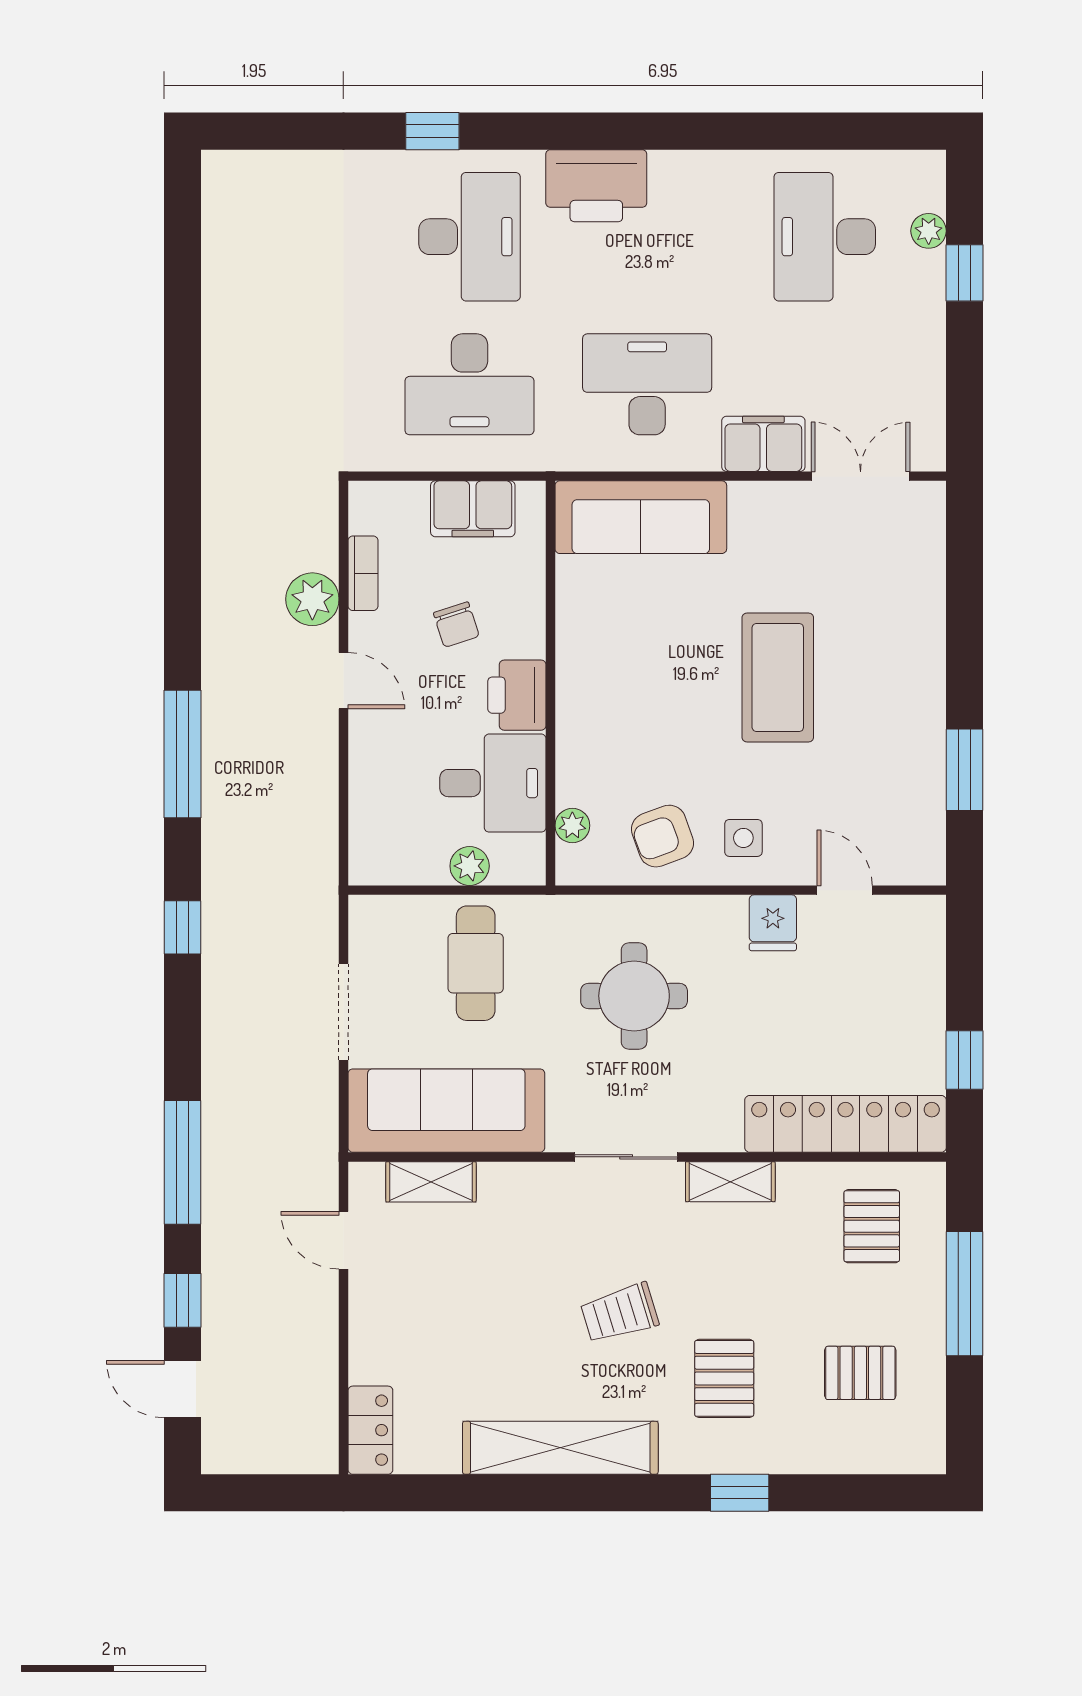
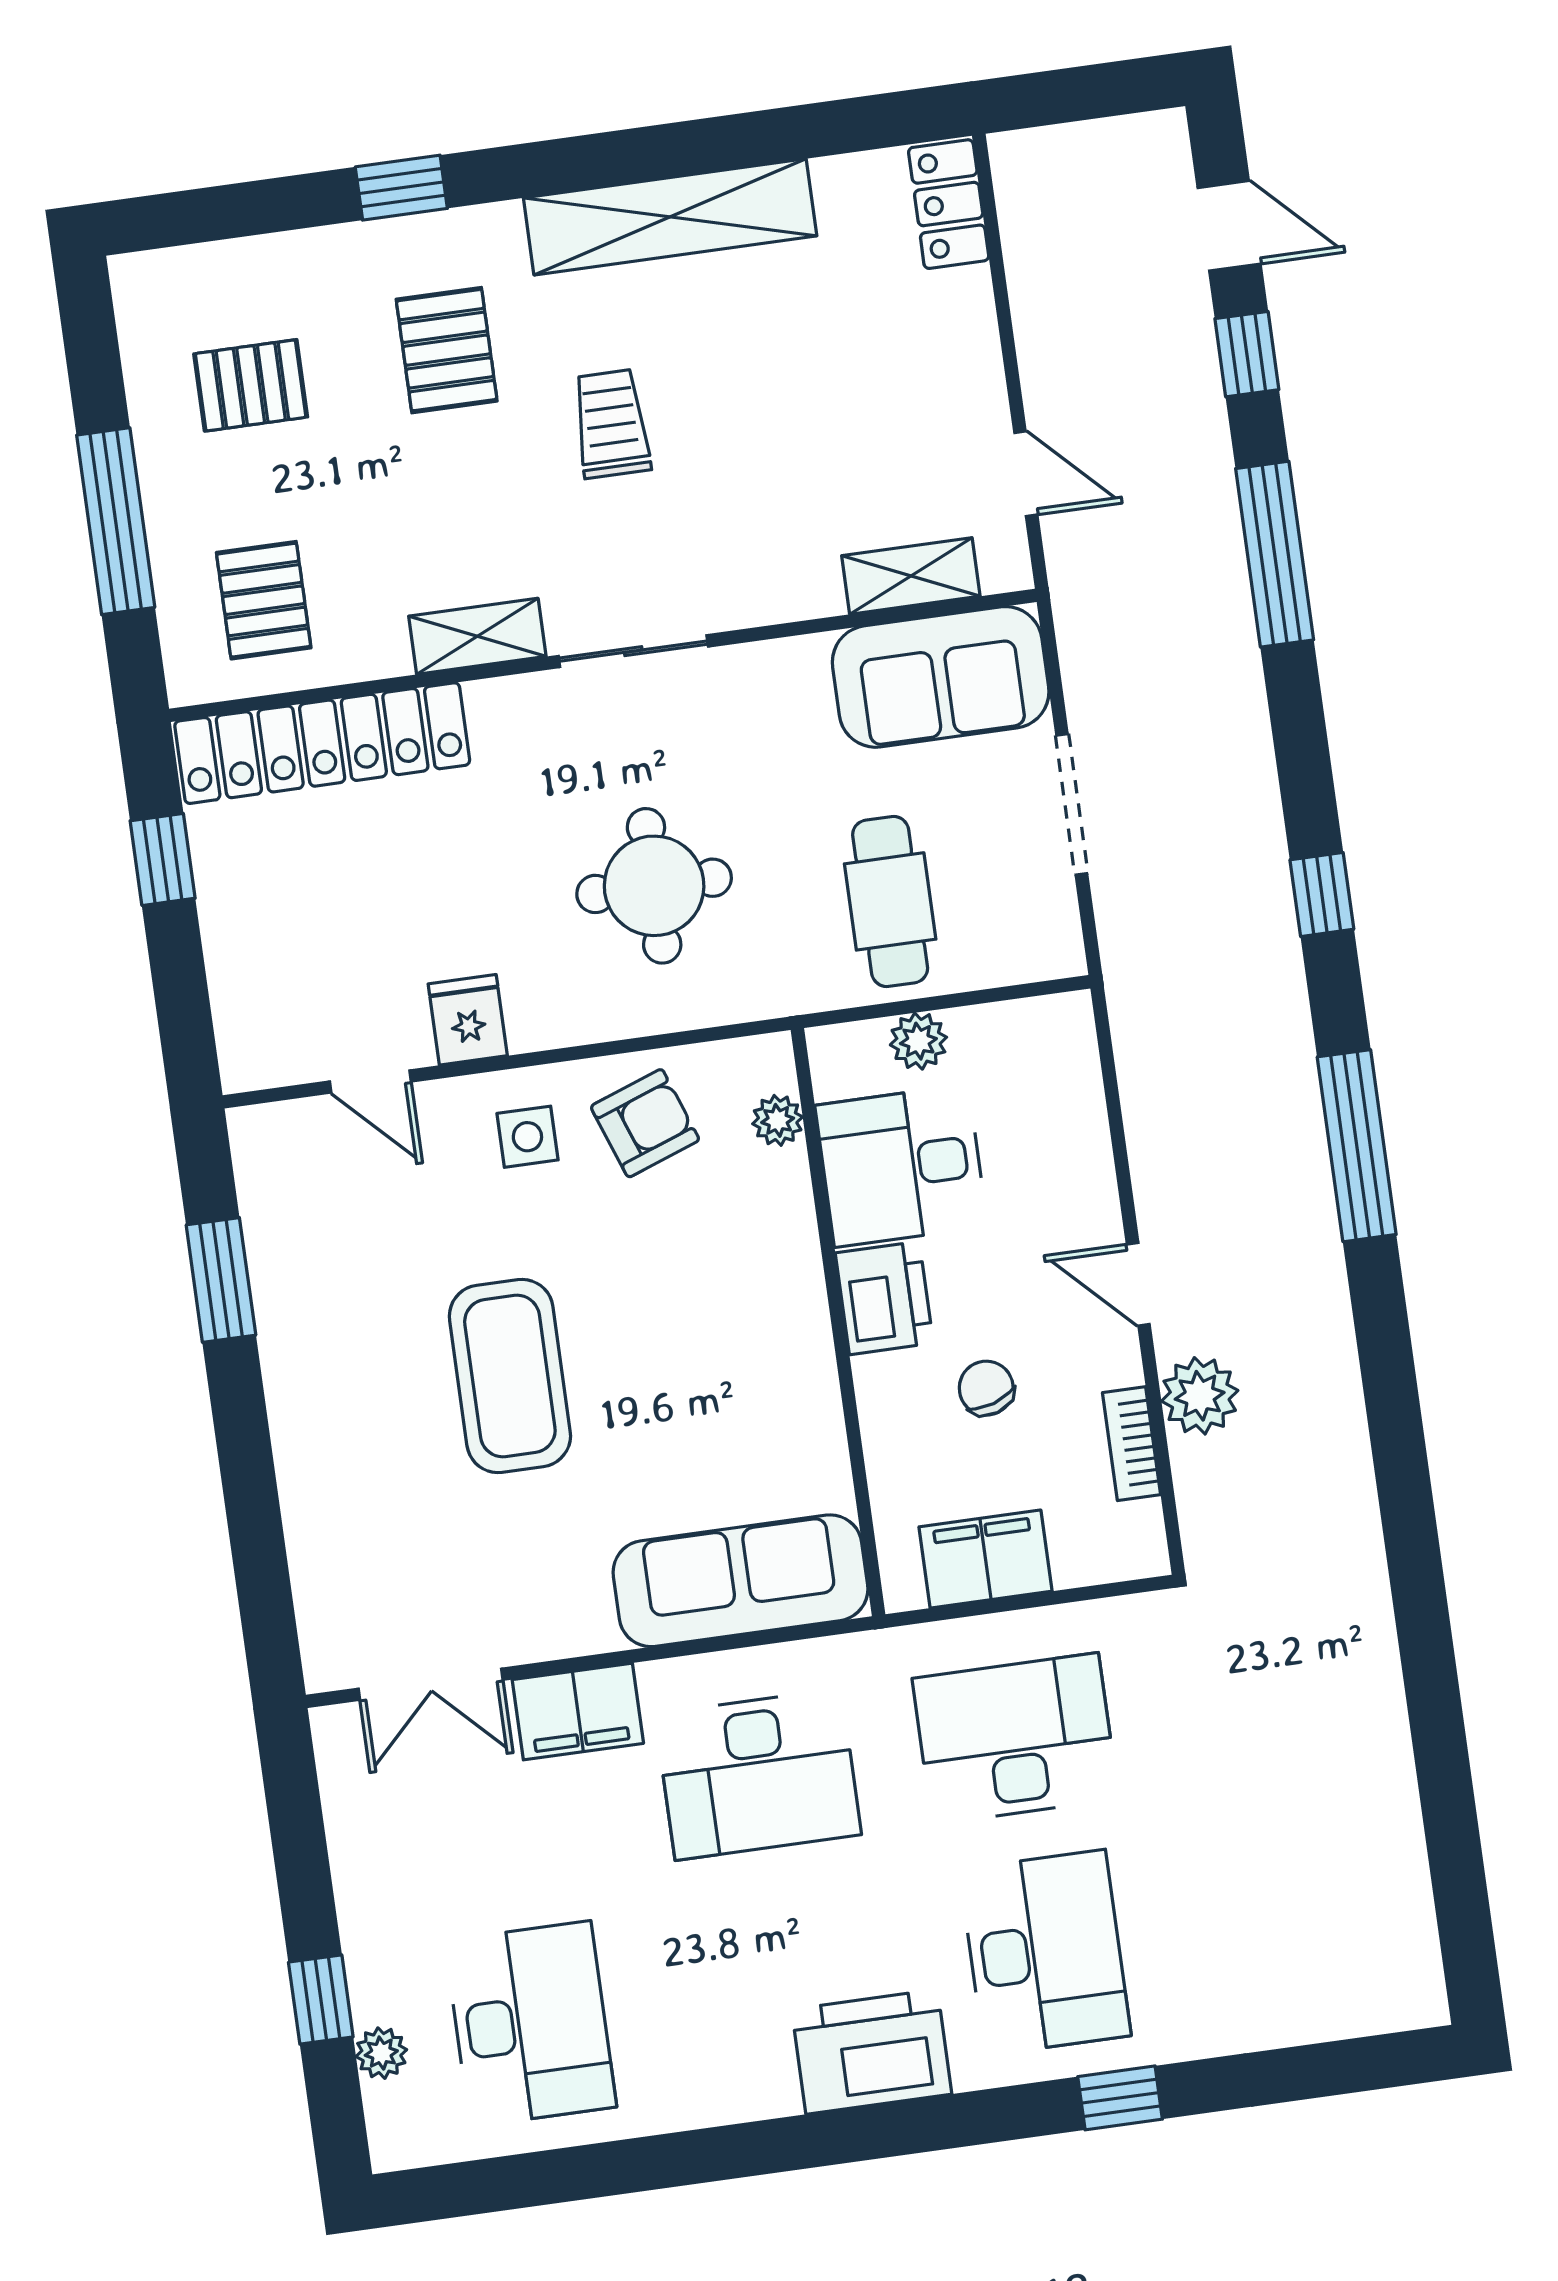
desk: (469, 237) -> (1045, 1952), turned 180
sofa: (446, 1111) -> (941, 677), width x0.73
trolley: (620, 1313) -> (611, 424), turned -73

